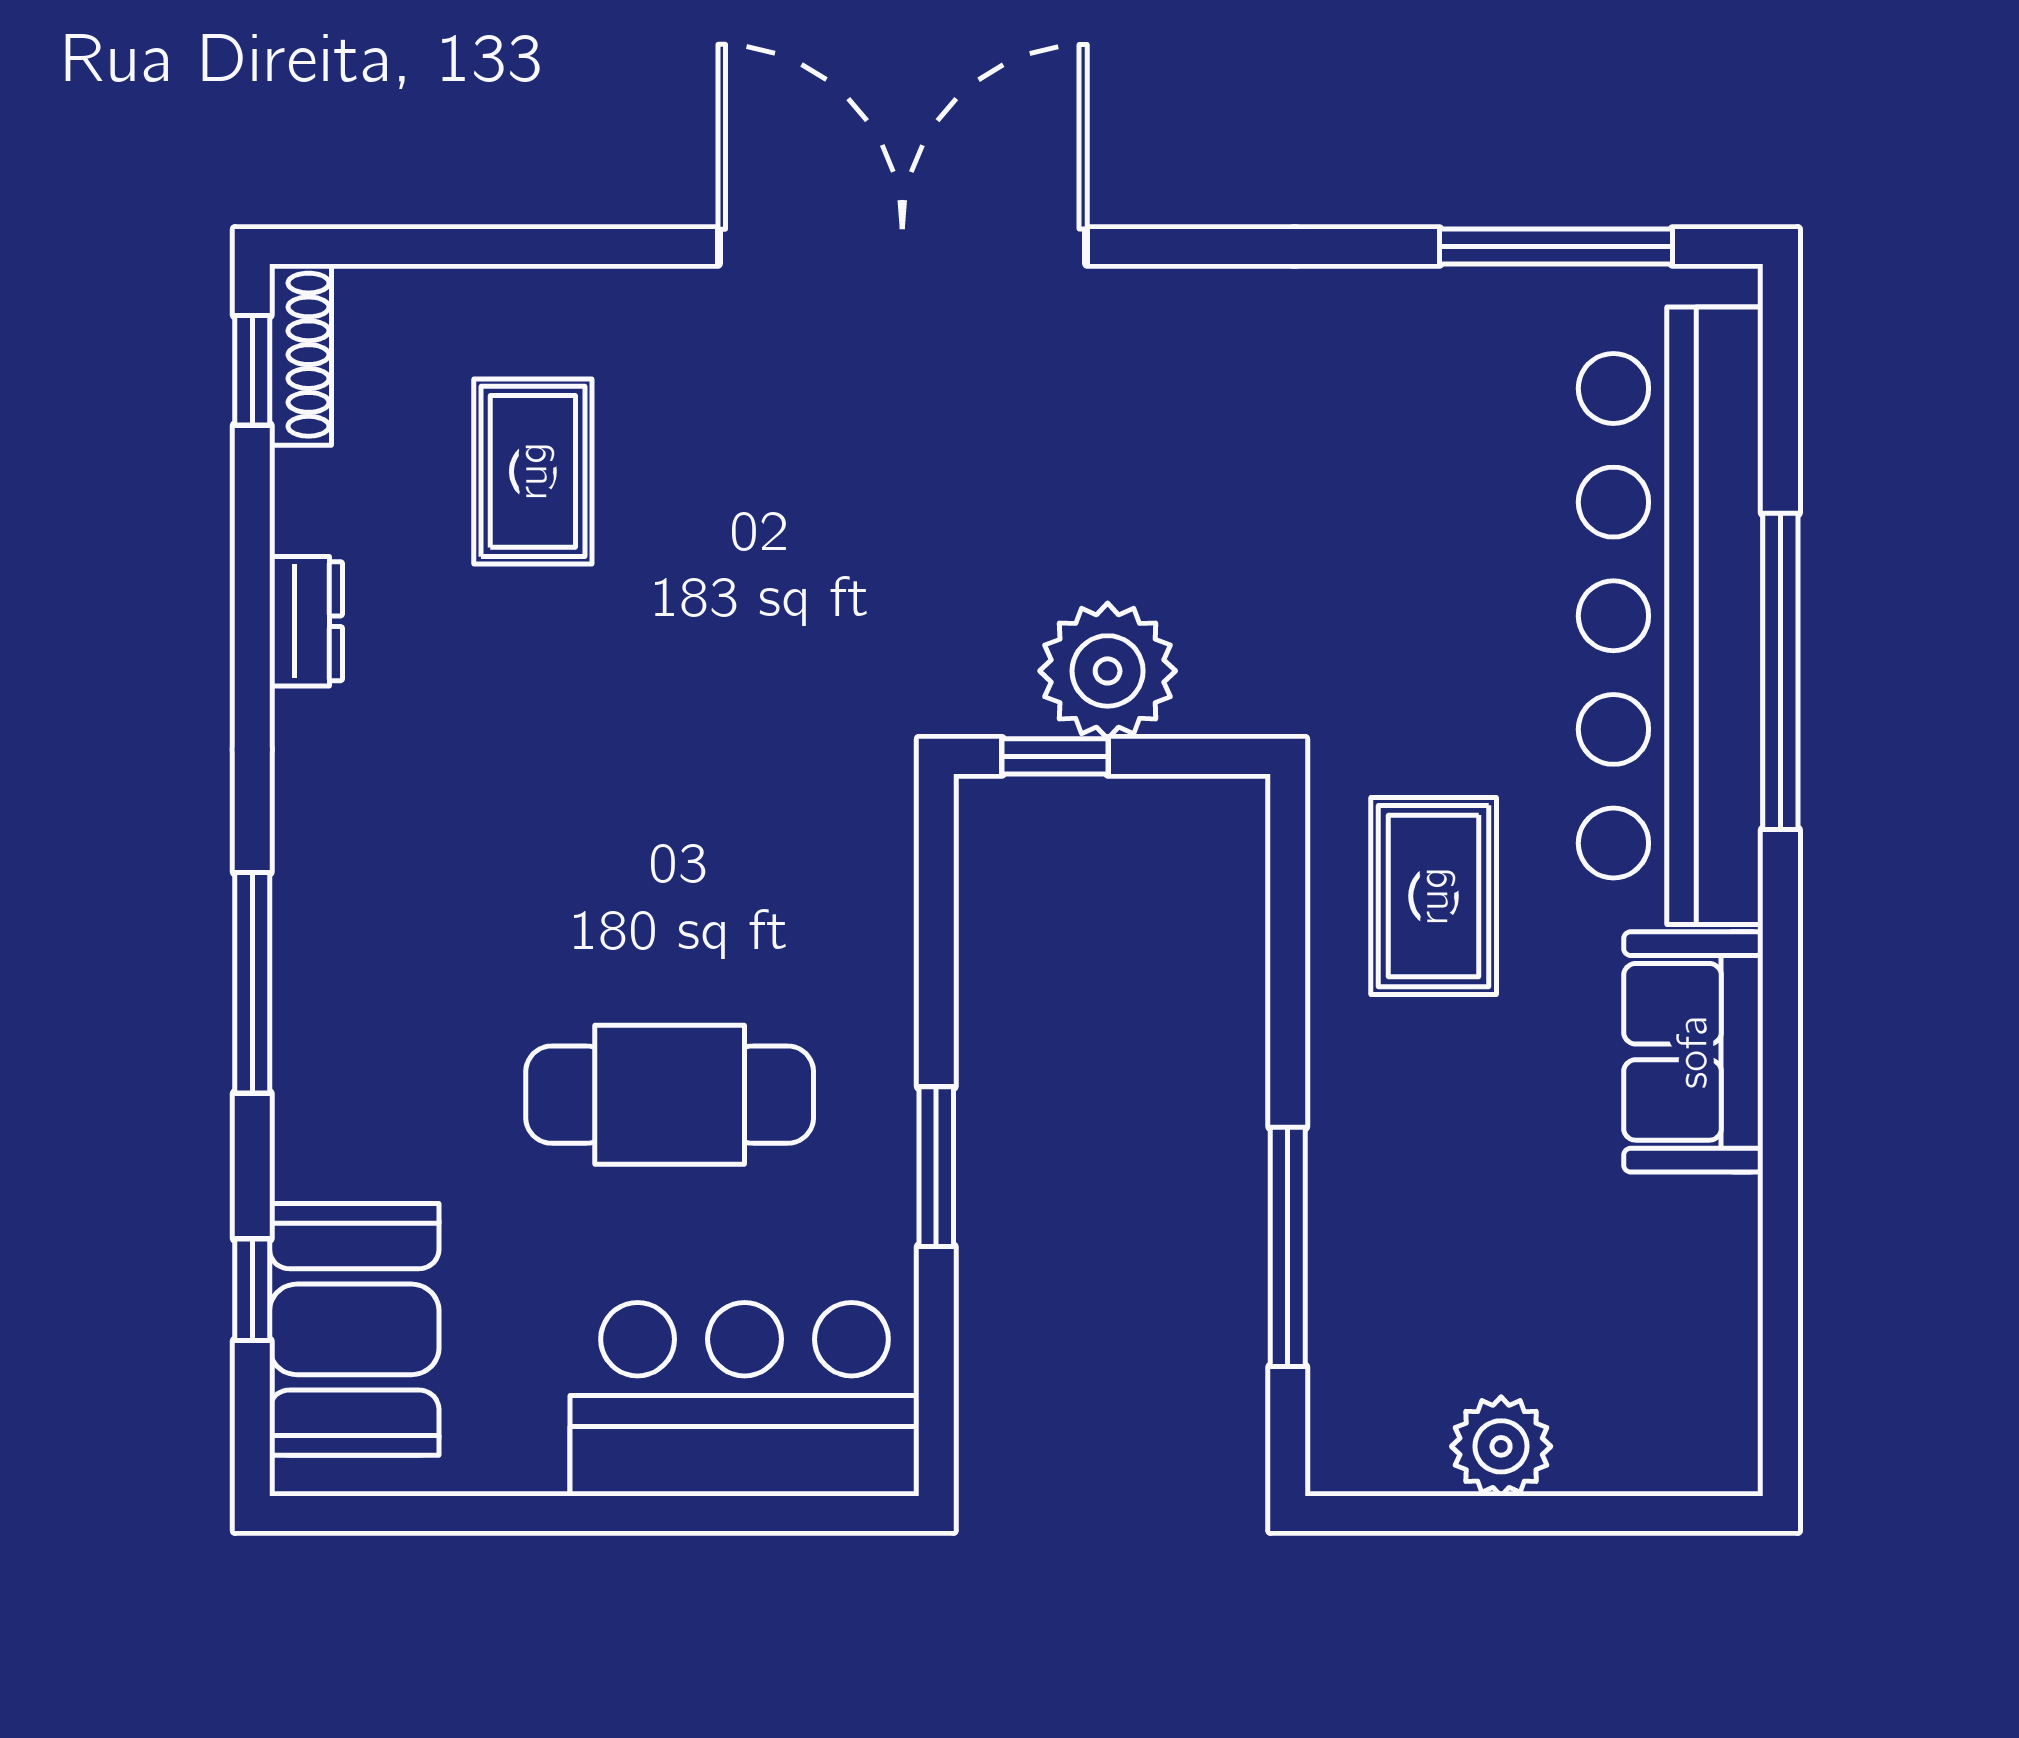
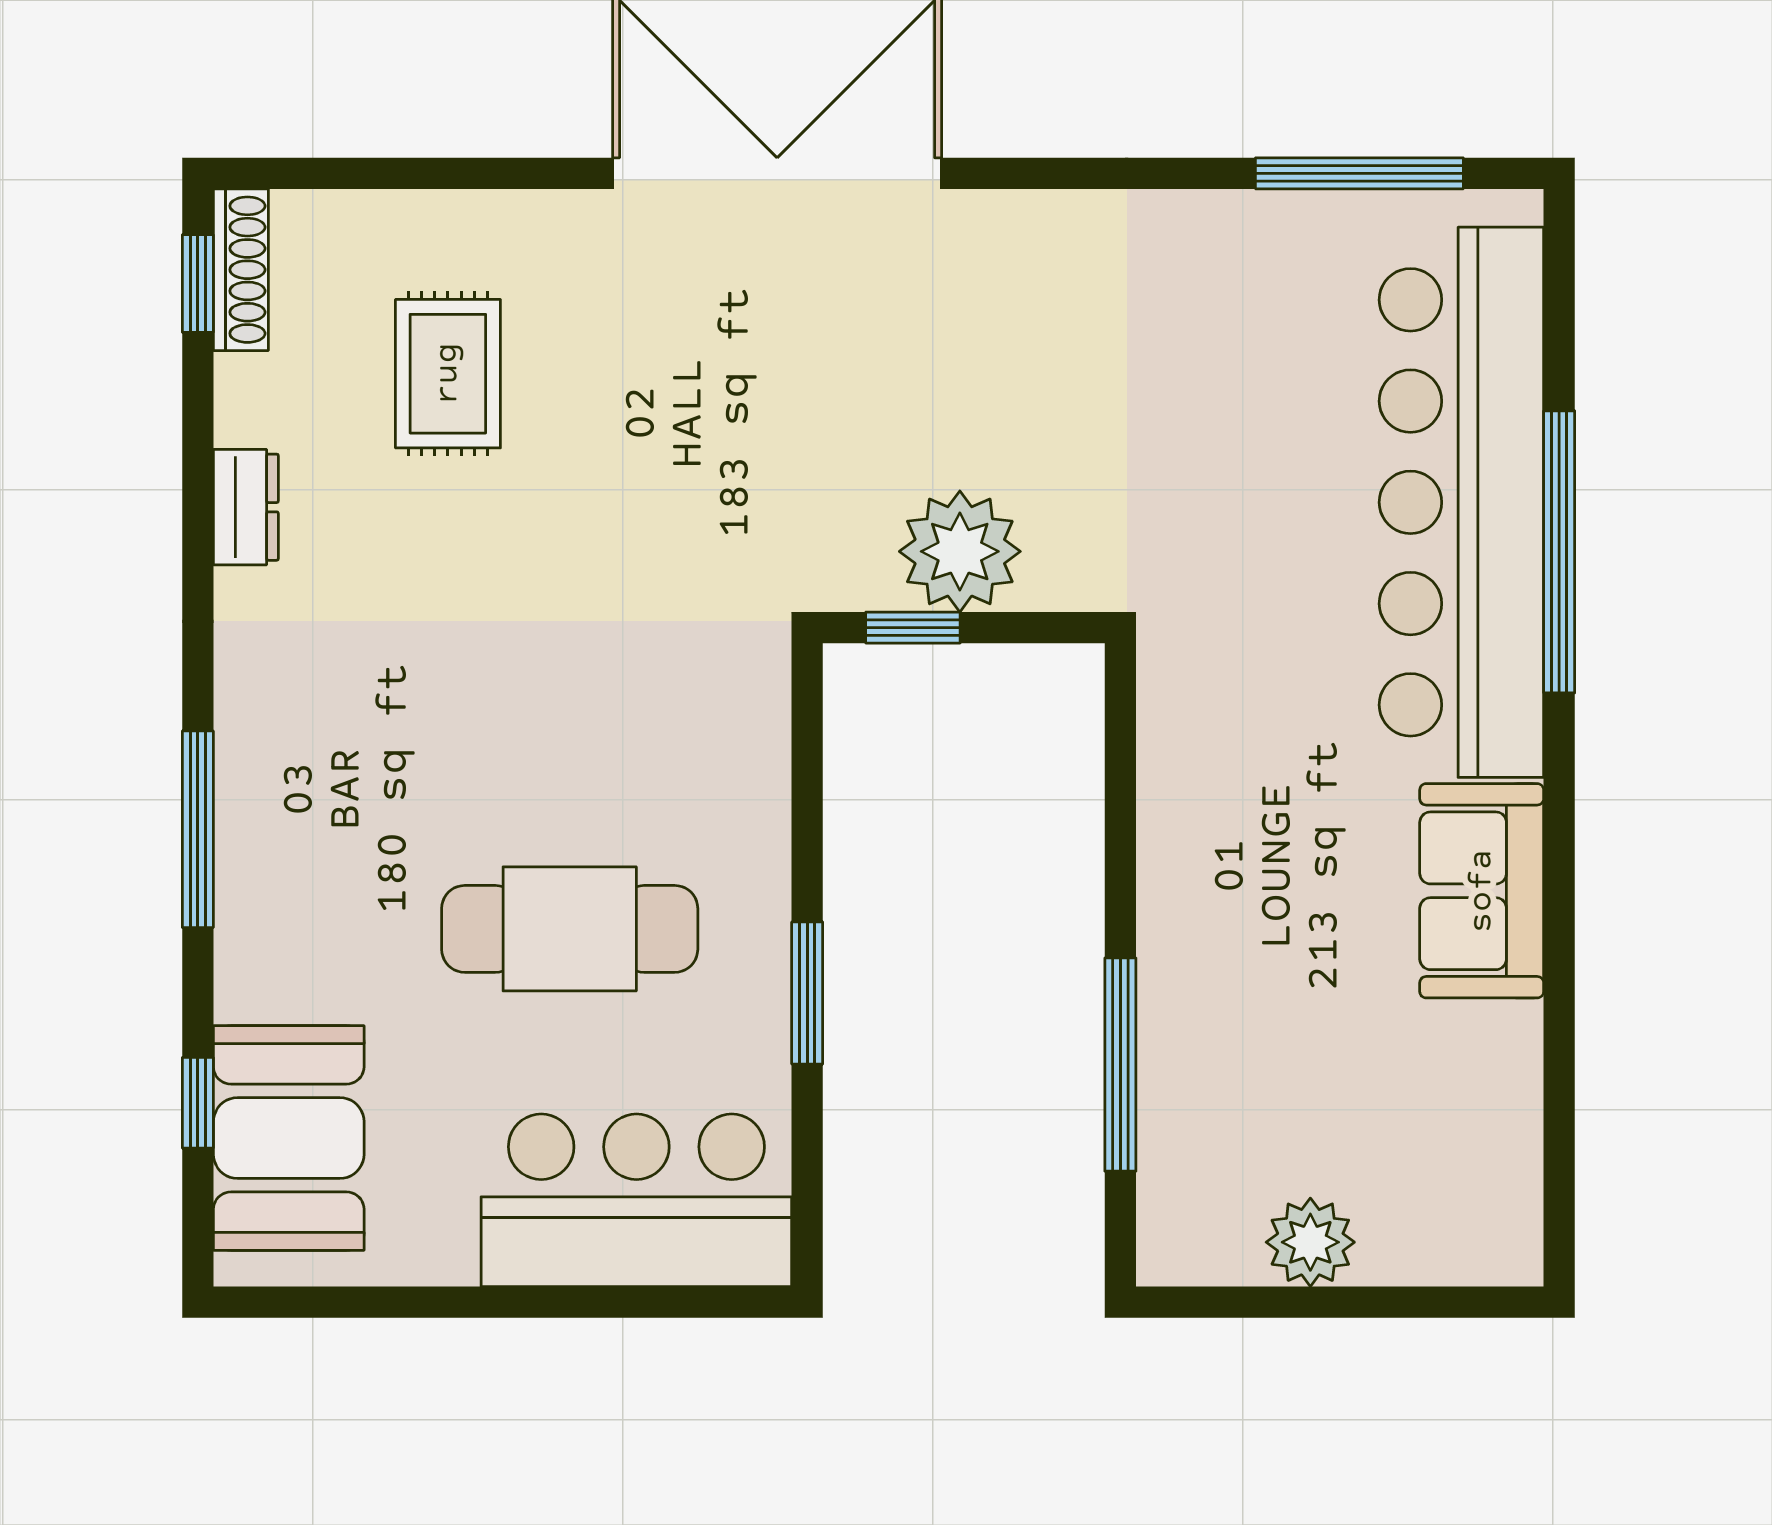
rug: (1434, 896) -> (1250, 752), removed

